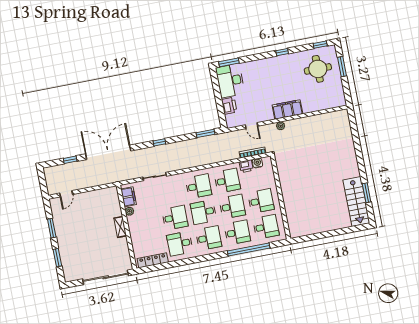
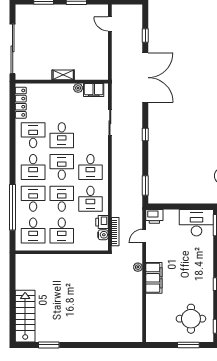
printer: (229, 106) -> (154, 216), moved
stairs: (356, 202) -> (25, 316), moved, turned 90
desk: (232, 207) -> (62, 199), turned 180
desk: (237, 232) -> (33, 199), turned 180

